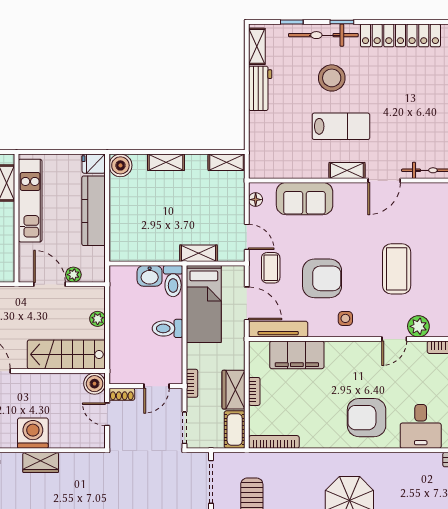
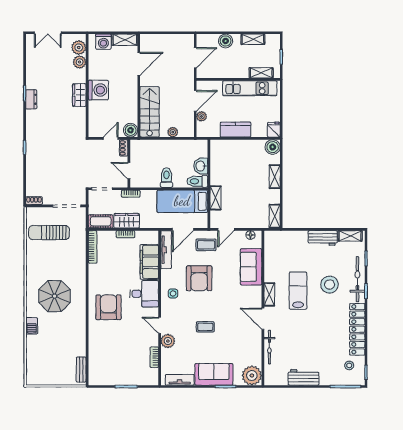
lab bench: (341, 126) -> (298, 291), turned 180
kitchen counter: (94, 211) -> (235, 130), width x0.67
coffee table: (397, 269) -> (205, 327), width x0.54, depth x0.58
desk: (421, 426) -> (144, 294), moved, turned 180

